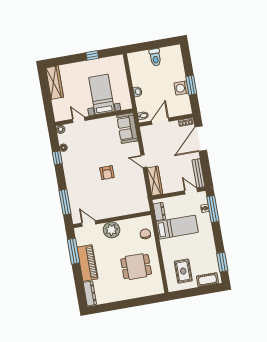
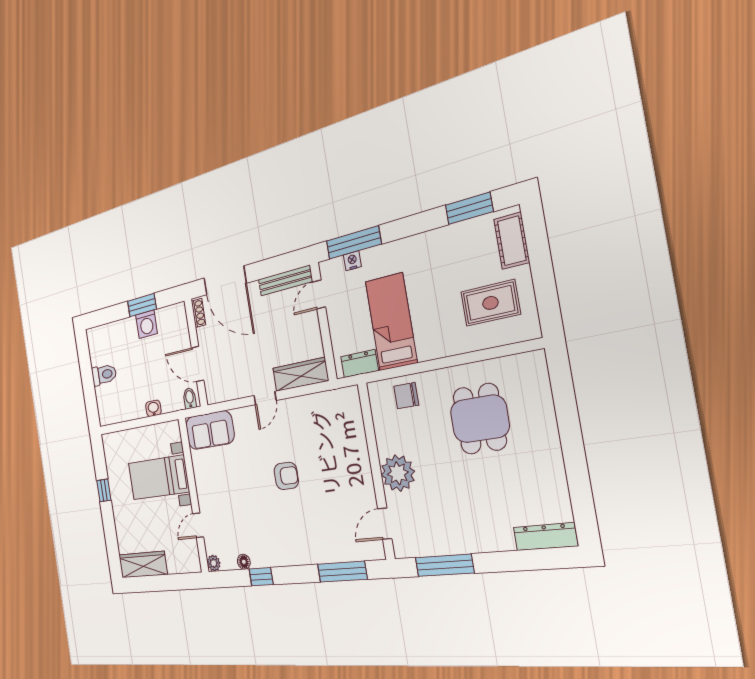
piano: (87, 263) -> (471, 535), removed

